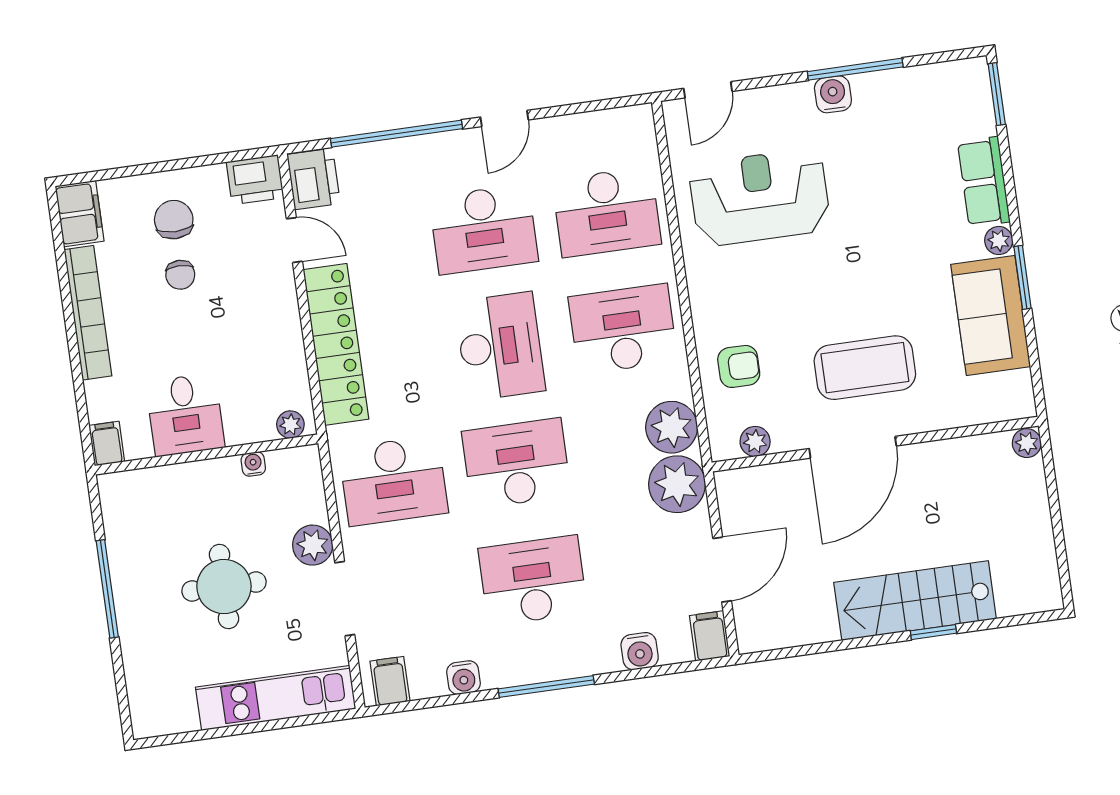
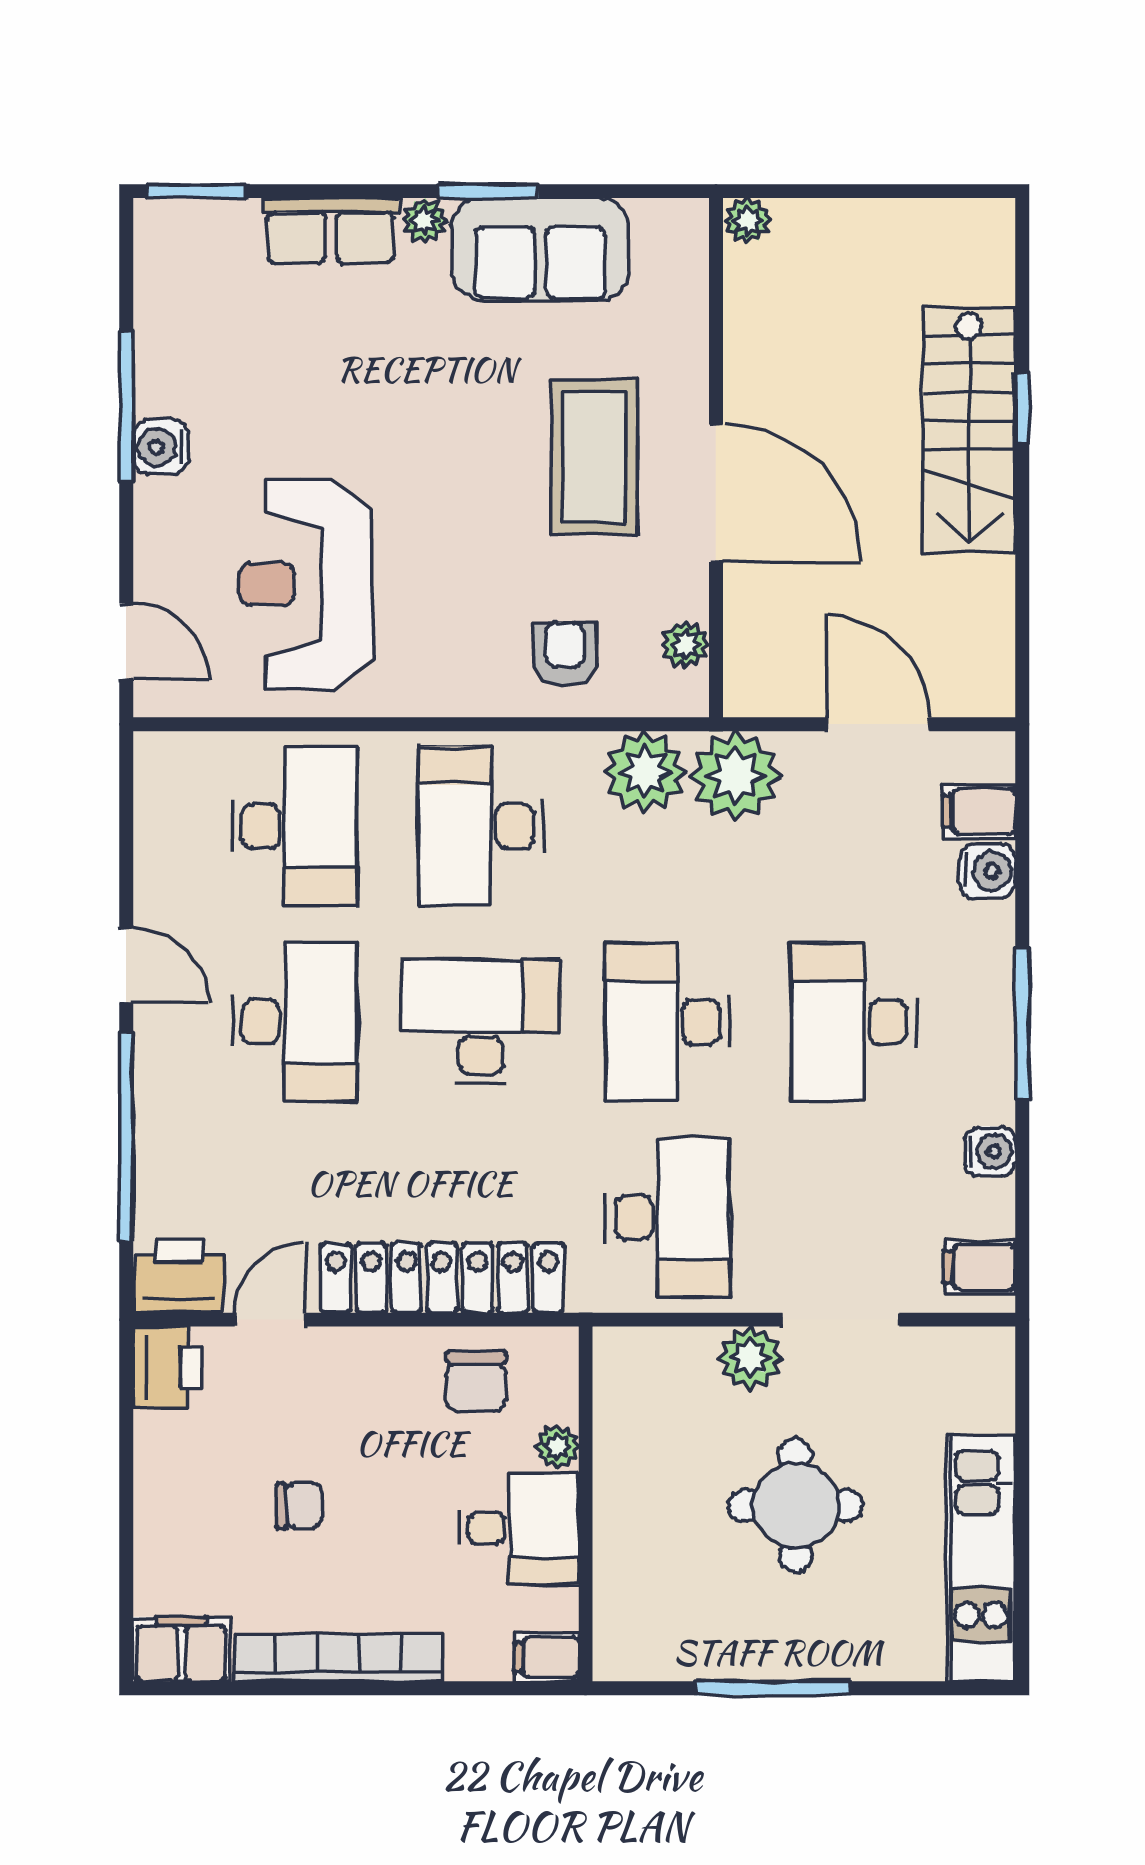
chair: (174, 220) -> (476, 1382), moved, turned -90
plant: (290, 425) -> (557, 1447), moved
water cooler: (253, 464) -> (611, 1433), removed
filing cabinet: (710, 636) -> (979, 811), moved
kitchen unit: (276, 698) -> (981, 1559), moved

